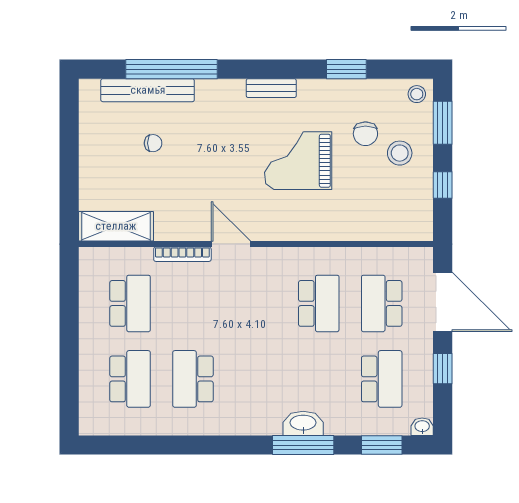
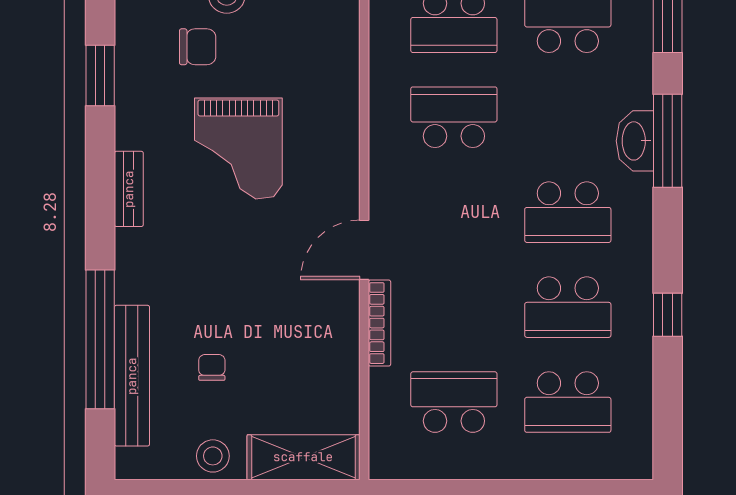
stool: (94, 144) -> (213, 456), added
shelving: (116, 226) -> (303, 457), moved, turned 90
school desk: (130, 379) -> (568, 402), turned 180
school desk: (256, 379) -> (568, 212), added
window: (188, 445) -> (668, 315), added

